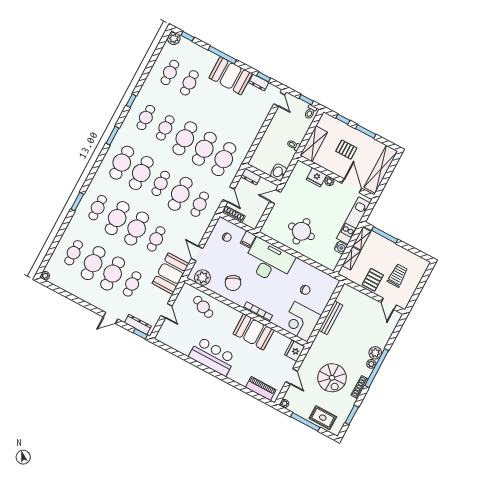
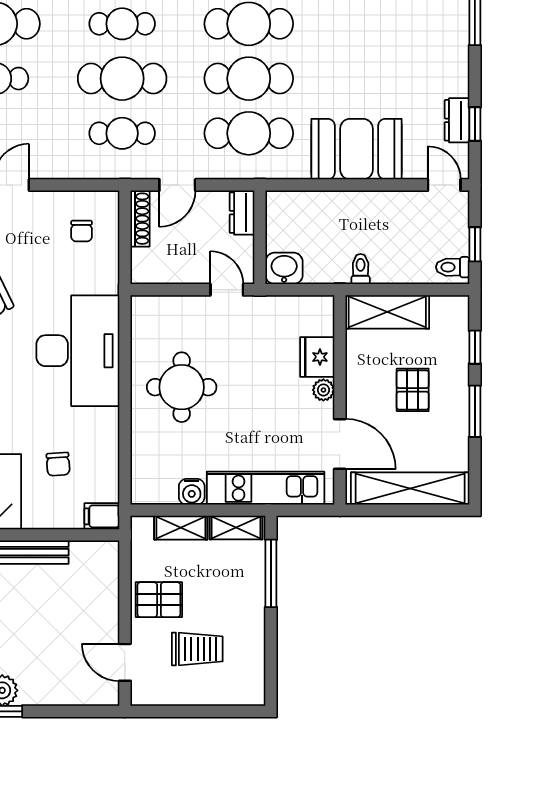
booth: (231, 76) -> (356, 149), moved, turned 90
door: (279, 99) -> (444, 185), swing flipped
door: (352, 186) -> (340, 444), hinge flipped
filing cabinet: (248, 239) -> (102, 516), moved
door: (389, 304) -> (125, 662), hinge flipped

